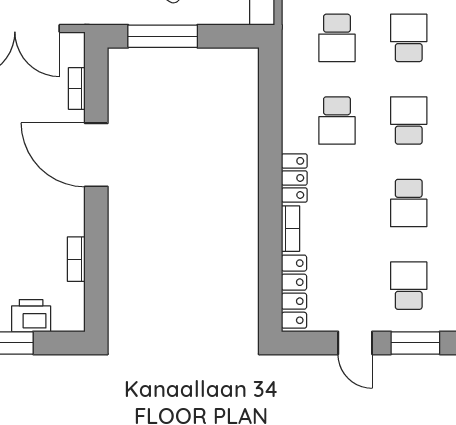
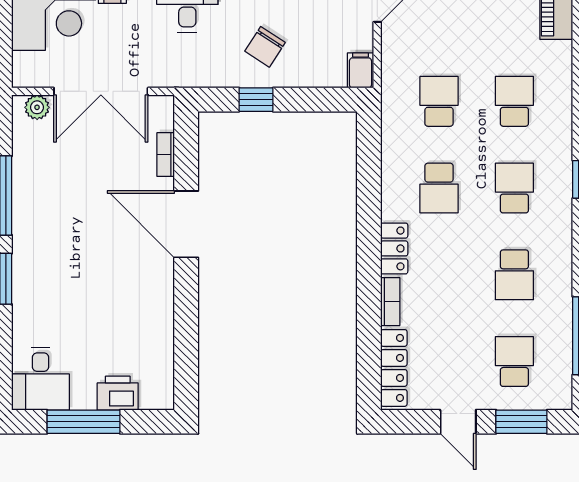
window: (163, 36) -> (256, 100), width x0.46
school desk: (337, 38) -> (439, 101), turned 180
bookcase: (76, 259) -> (165, 334), removed

